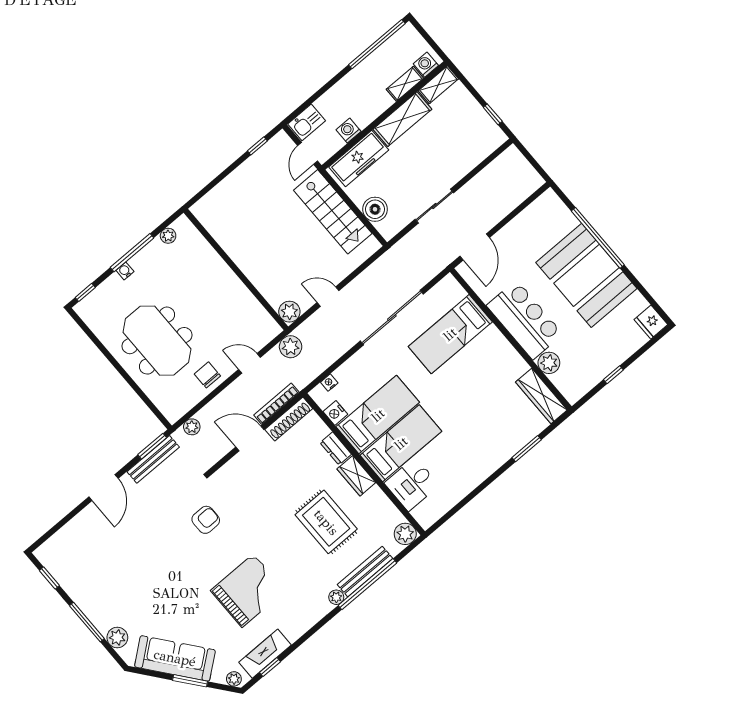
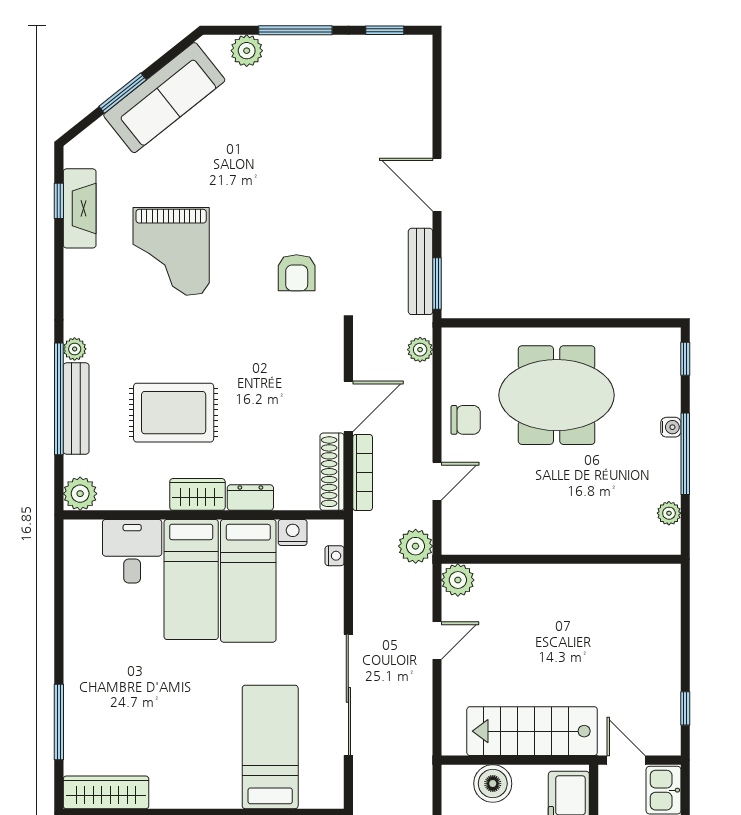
window: (527, 449) -> (59, 722), width x1.44
plant: (234, 679) -> (81, 146), removed

